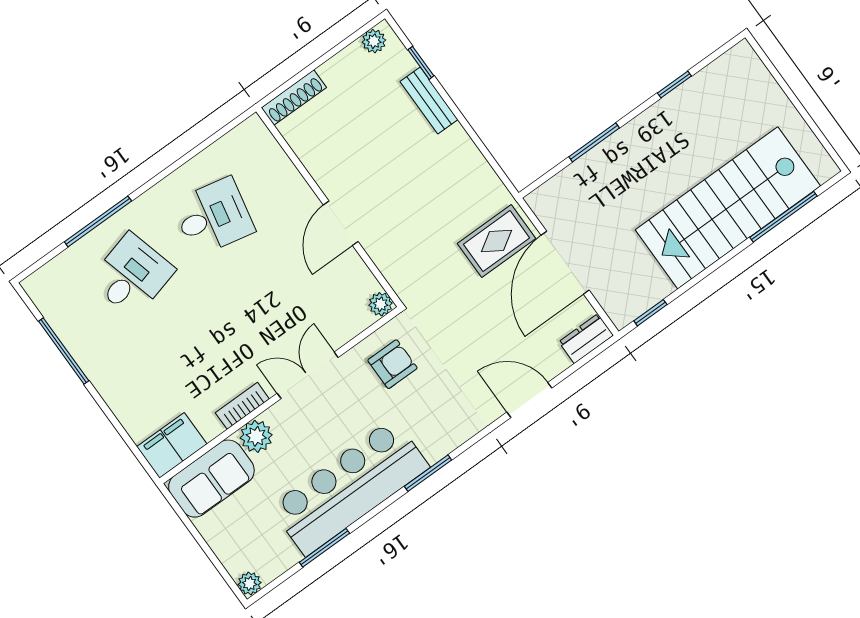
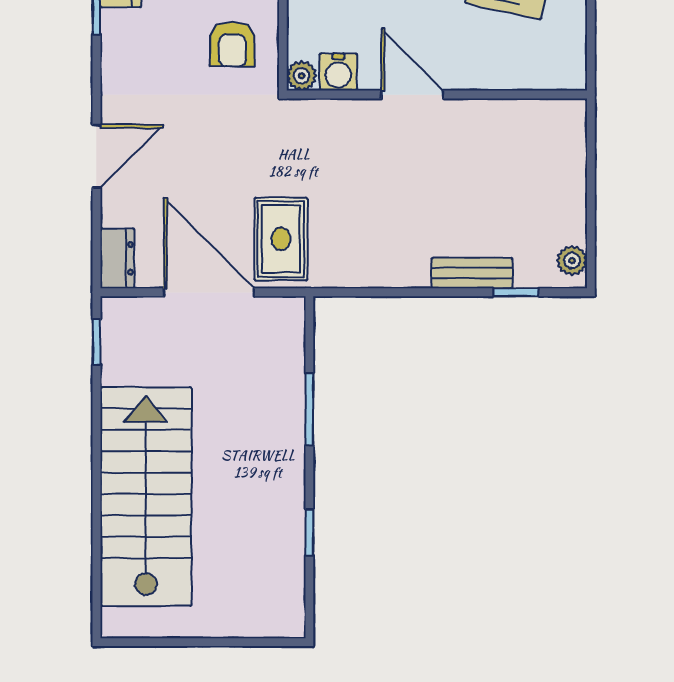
shoe rack: (294, 98) -> (573, 139), removed
window: (783, 217) -> (96, 546), removed
water cooler: (361, 282) -> (338, 72), added

